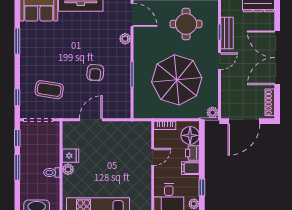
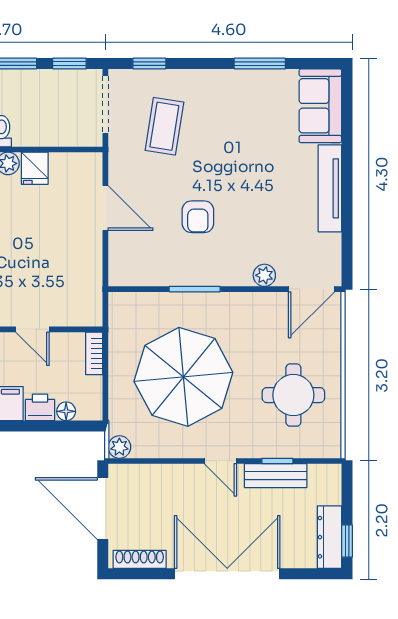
armchair: (95, 73) -> (198, 217), turned -94
floor lamp: (190, 135) -> (66, 411), width x0.53, depth x0.53

